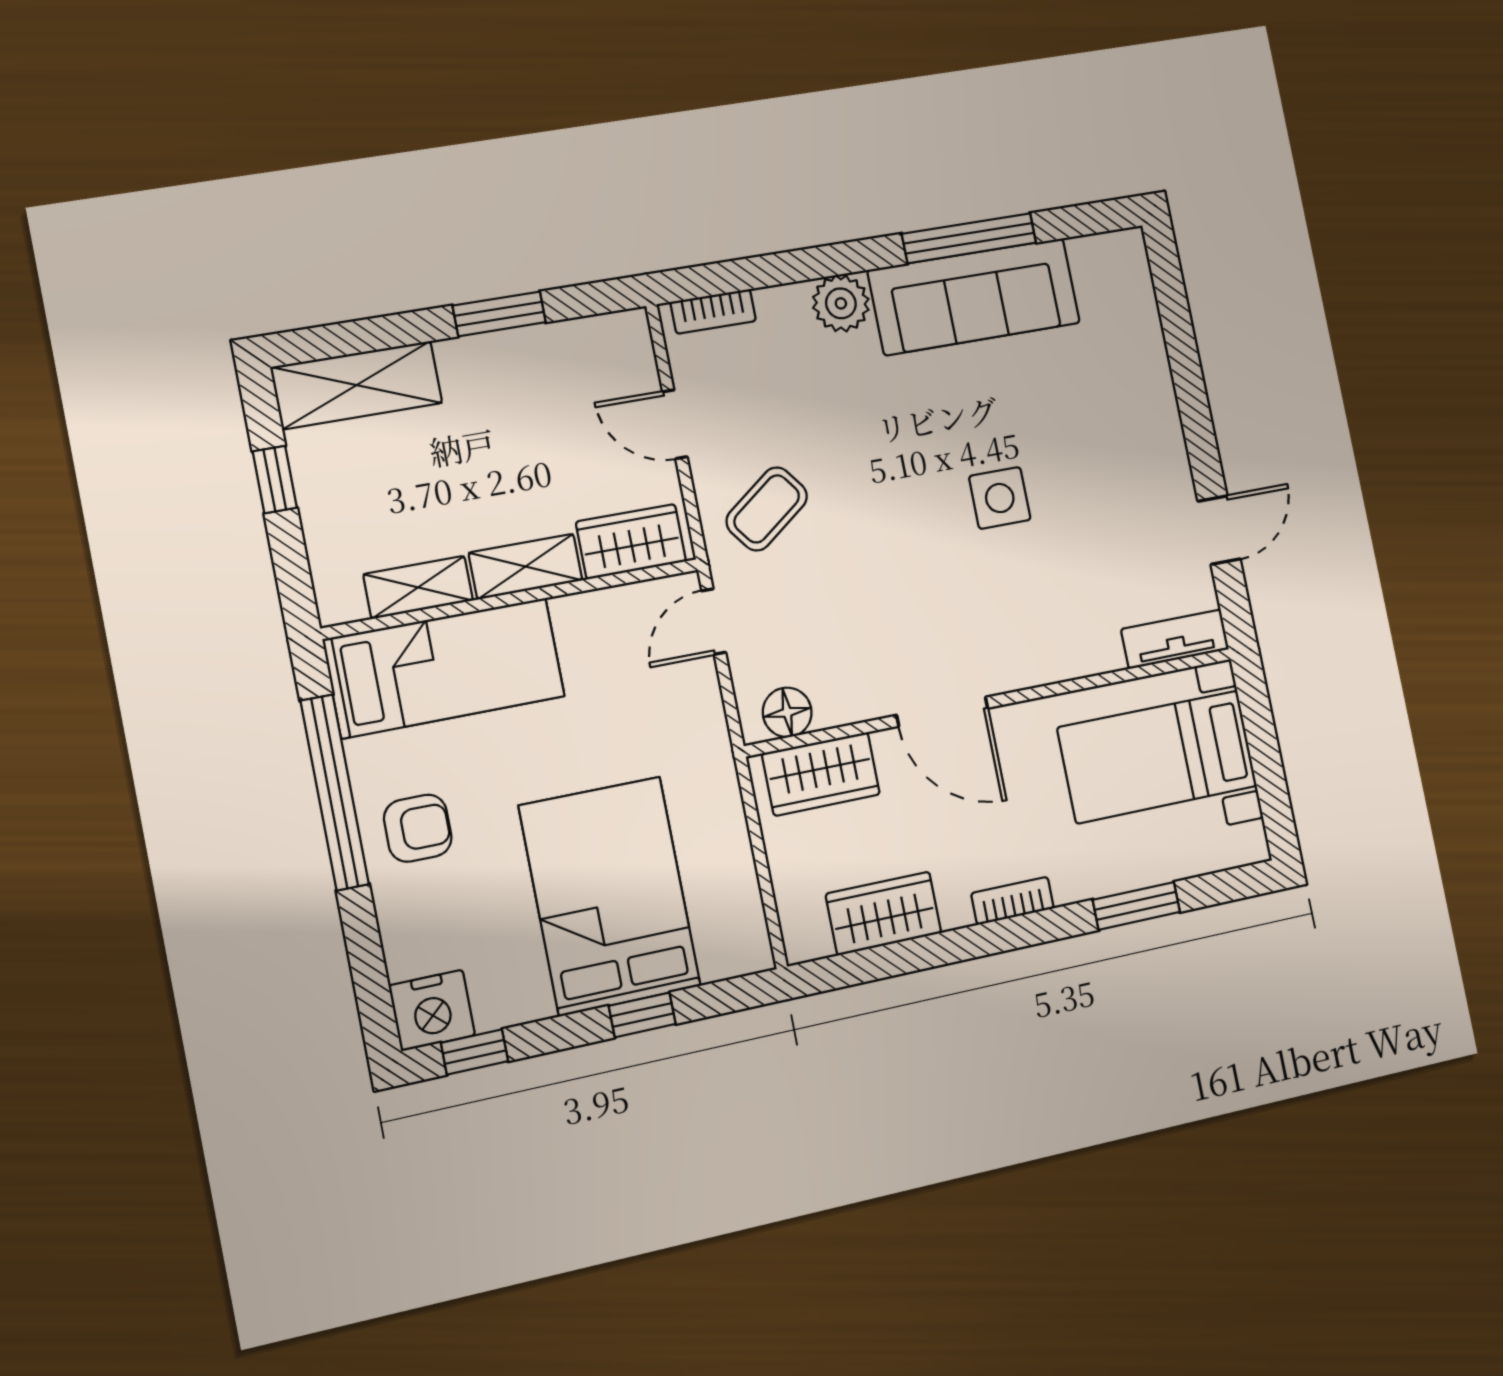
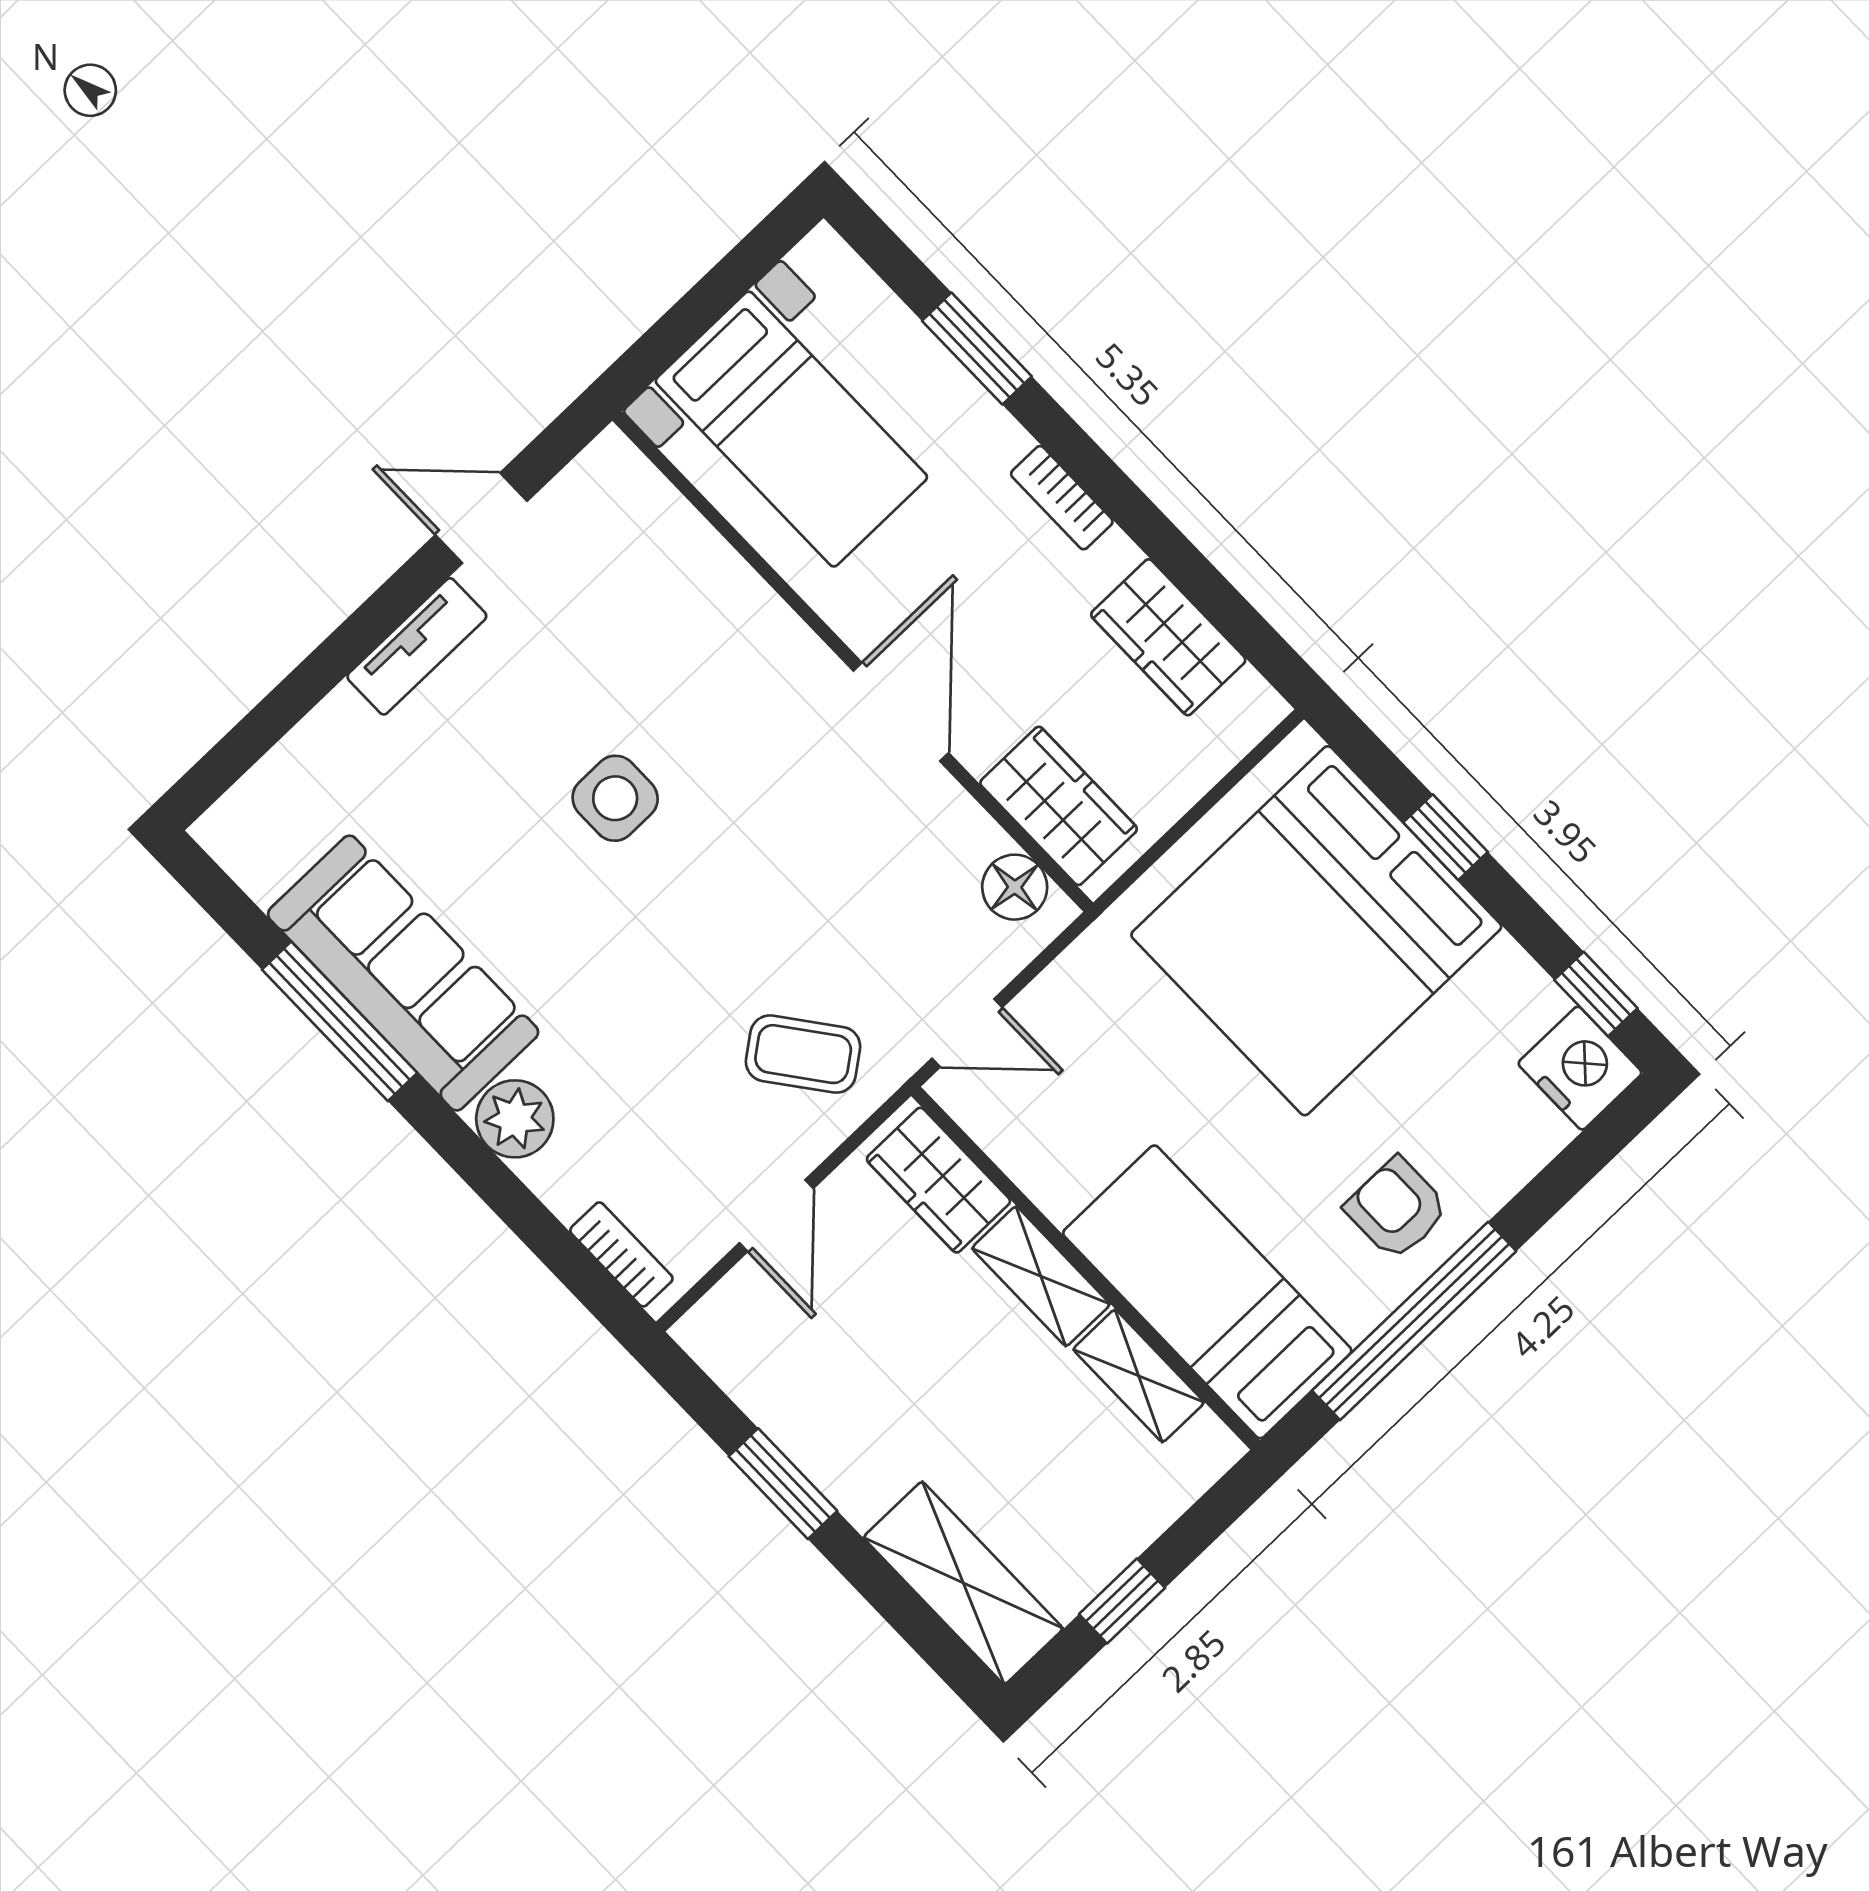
tv unit: (1175, 639) -> (417, 646), moved, turned -90
bed: (610, 896) -> (1316, 931), width x1.36

